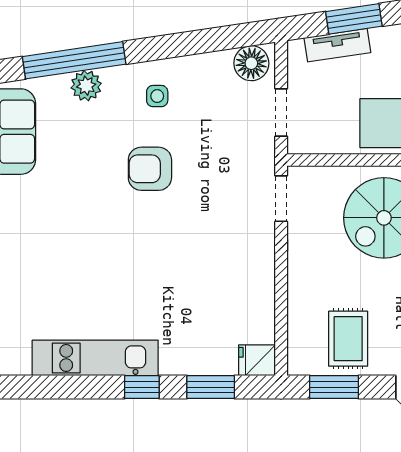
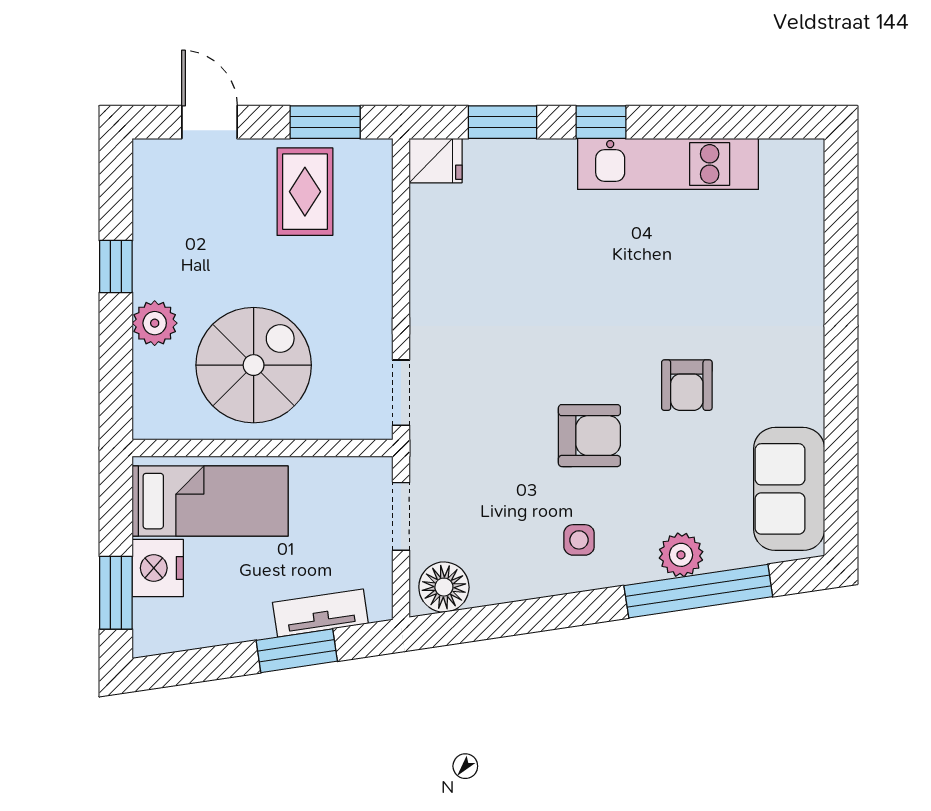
armchair: (82, 204) -> (687, 385), added

